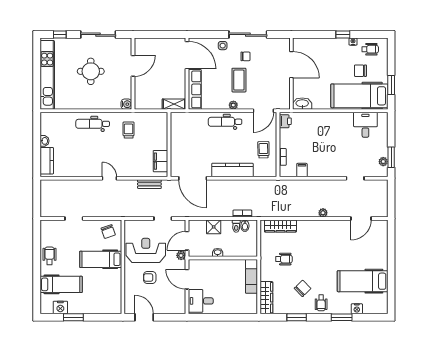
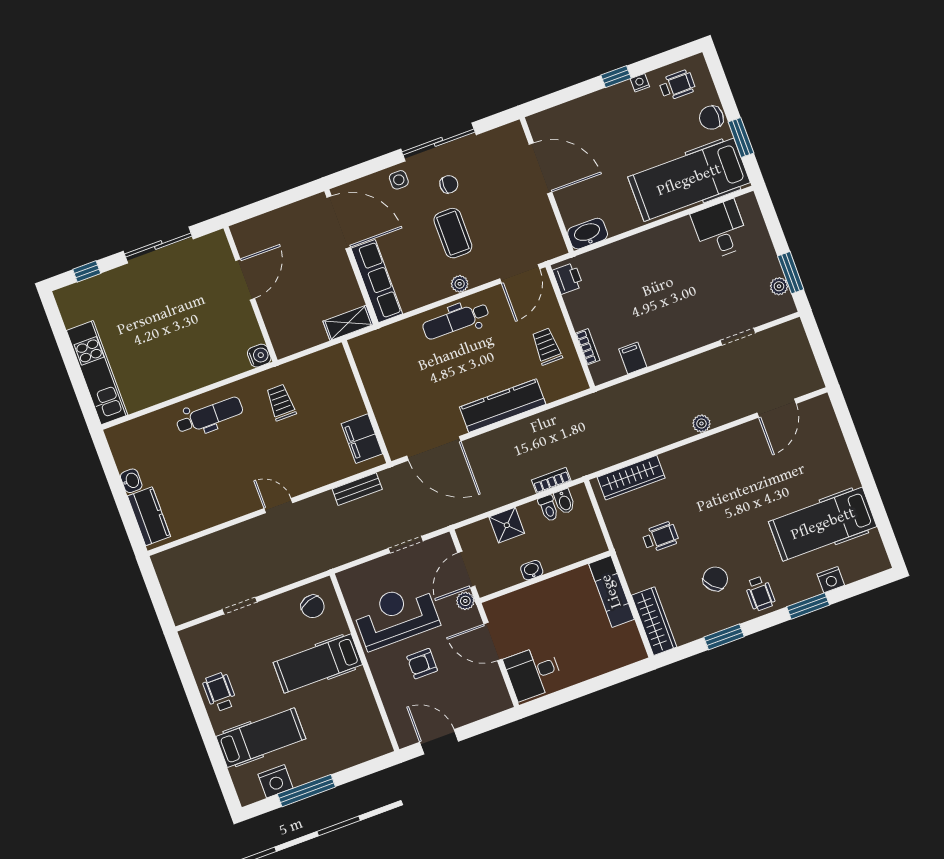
round table: (91, 71) -> (170, 319), removed
chair: (360, 71) -> (711, 118), moved
kitchen unit: (47, 75) -> (97, 373), width x0.73
dental chair: (93, 124) -> (209, 416), turned 180
window: (73, 317) -> (306, 791), width x1.44

